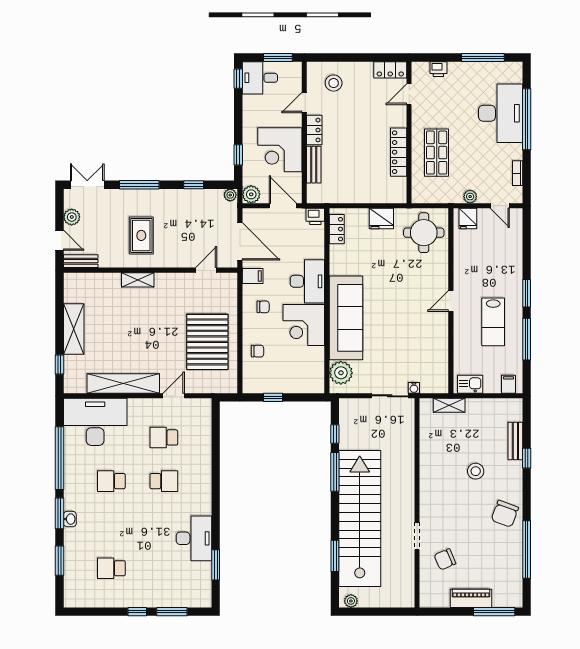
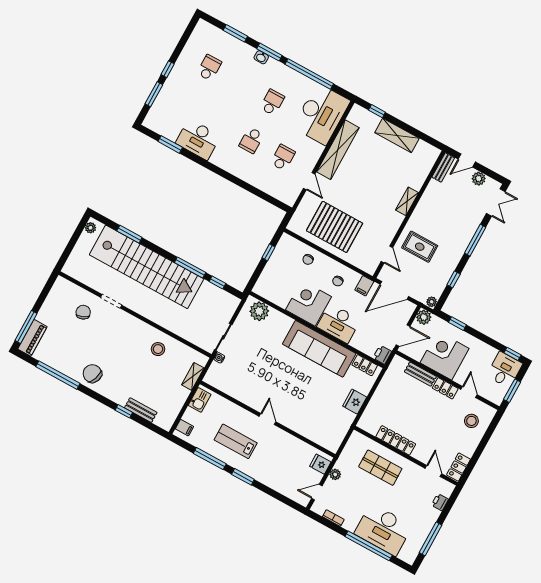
round table: (424, 233) -> (328, 427), removed
rug: (141, 235) -> (420, 247), moved
sofa: (346, 318) -> (319, 349), moved
stool: (476, 471) -> (158, 349), moved
piano: (471, 598) -> (32, 338), moved

